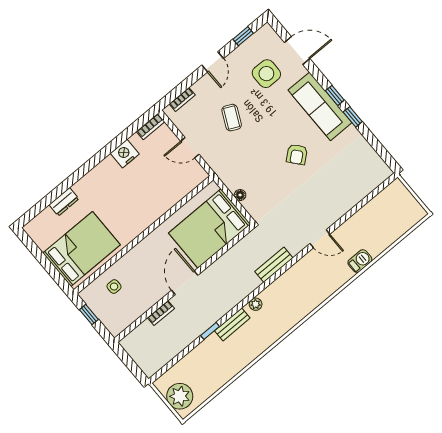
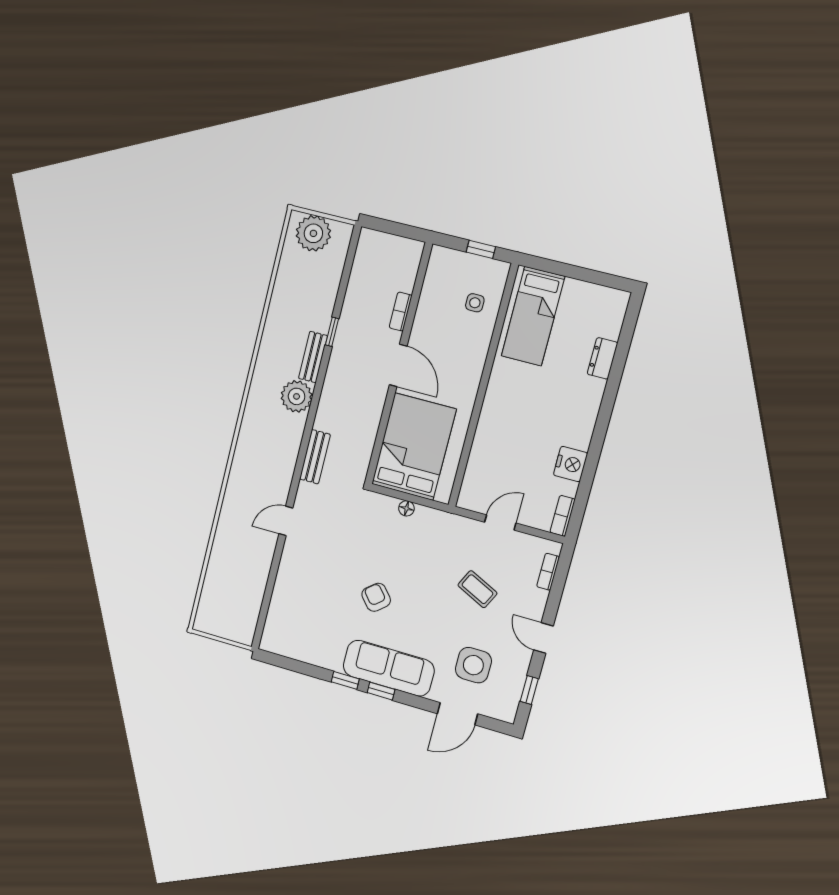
bed: (82, 249) -> (533, 316), width x0.67
barbecue: (360, 261) -> (227, 527), removed
plant: (256, 304) -> (297, 396), width x1.88, depth x1.88

